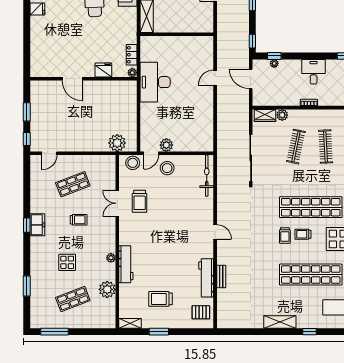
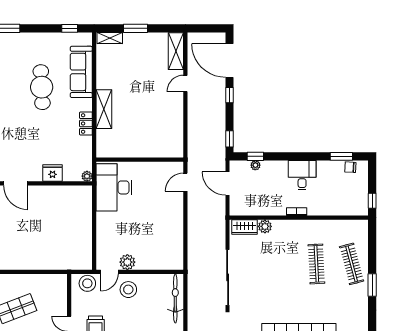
wall: (177, 34) -> (140, 160), moved
locker: (132, 55) -> (86, 123), moved
plant: (117, 143) -> (69, 260), removed
clothes rail: (296, 147) -> (281, 264), removed

